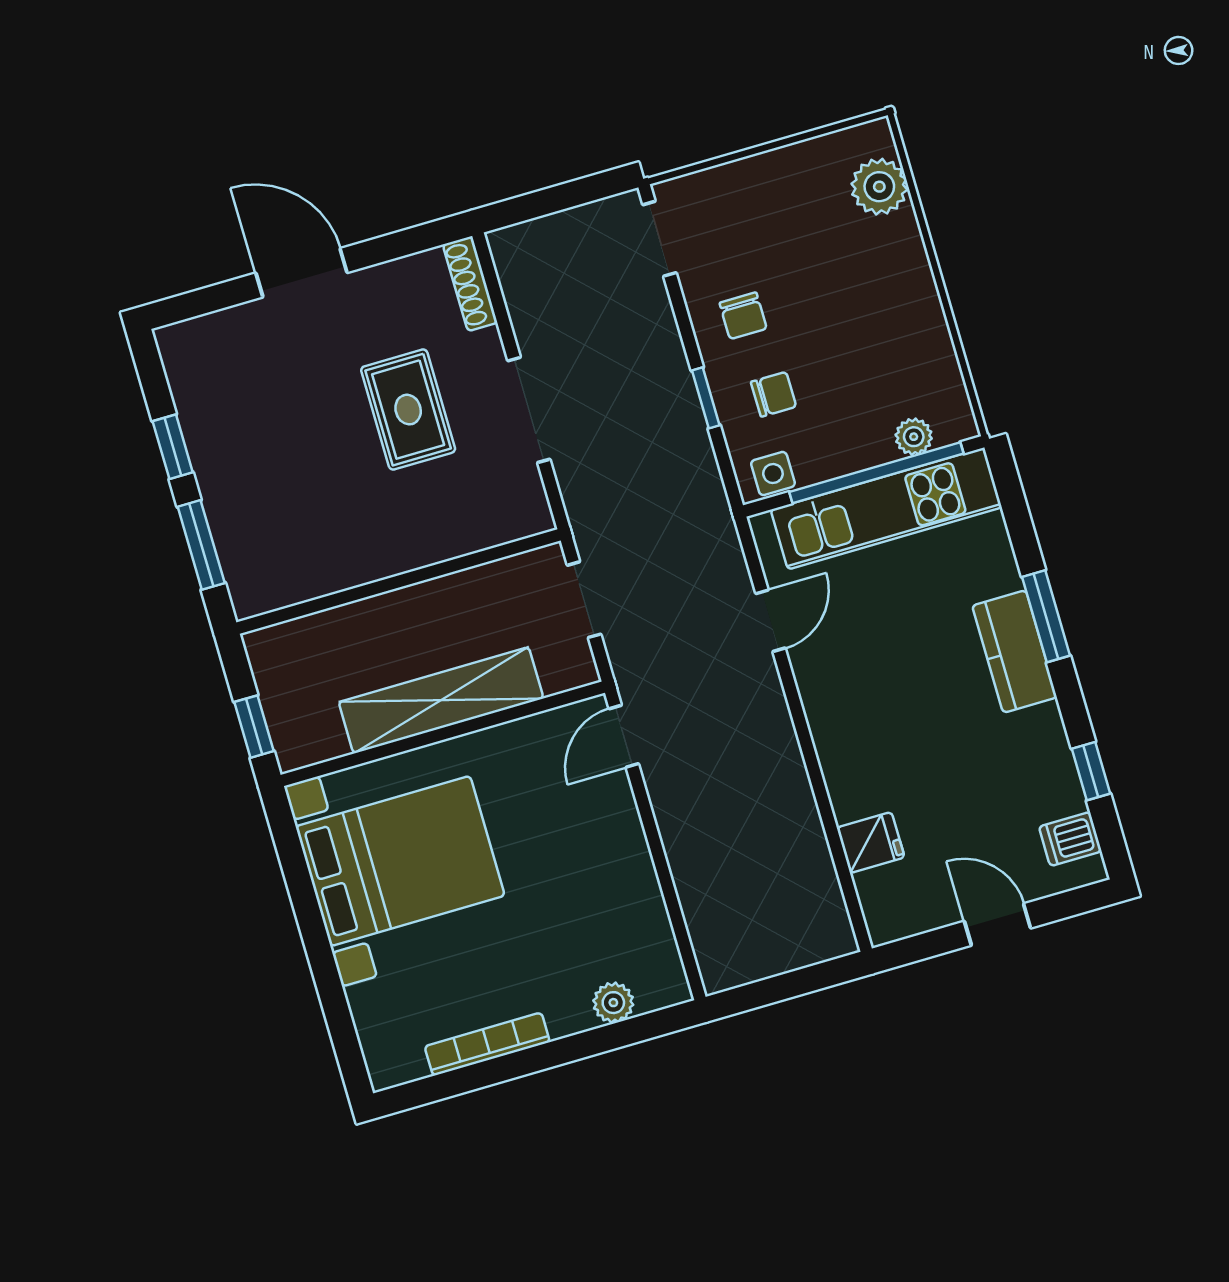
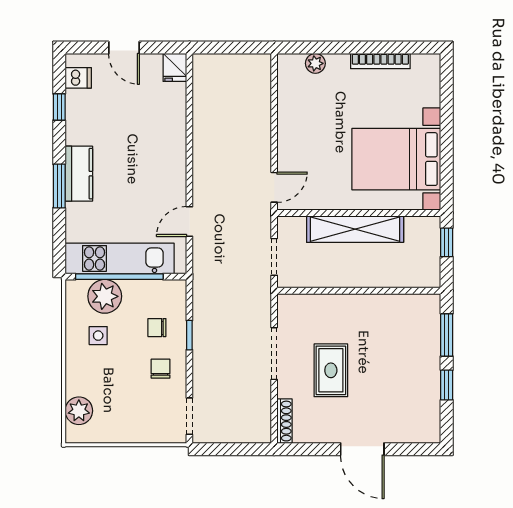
plant: (914, 437) -> (105, 296), width x1.87, depth x1.87
side table: (773, 474) -> (98, 336), moved
fridge: (871, 843) -> (175, 67), moved, turned -90

